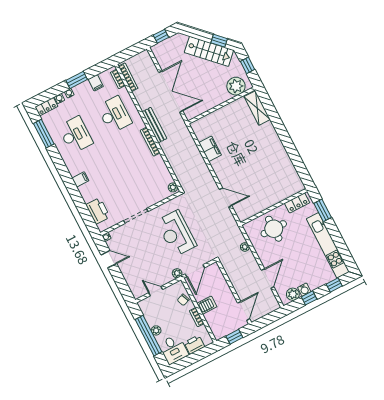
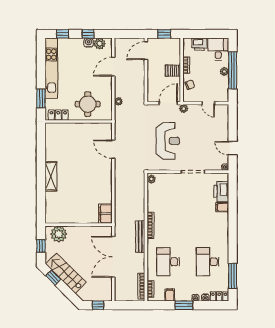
shelving: (257, 108) -> (51, 176), moved
filing cabinet: (210, 149) -> (105, 214), moved
filing cabinet: (80, 179) -> (222, 207), moved

